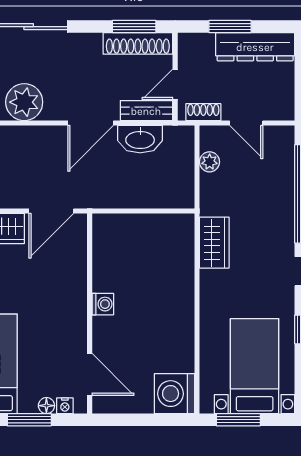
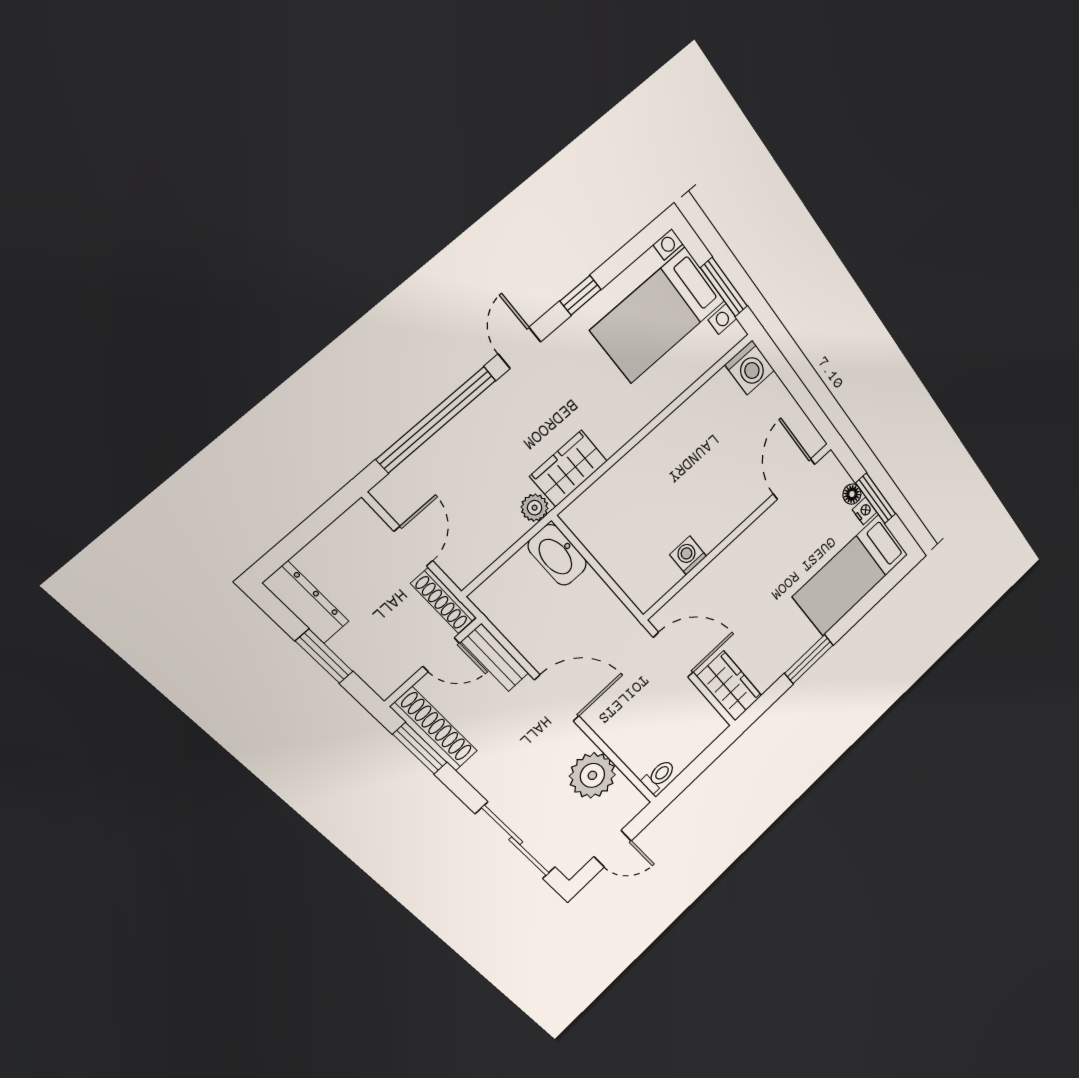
dresser: (255, 47) -> (306, 602), width x0.73, depth x0.80
shoe rack: (203, 112) -> (444, 601), width x1.43
washbasin: (140, 139) -> (557, 555), moved, turned 180
plant: (210, 162) -> (535, 508), moved
washing machine: (103, 304) -> (688, 555), moved
washing machine: (175, 394) -> (750, 367), width x0.73, depth x0.73
nightstand: (65, 406) -> (865, 511), moved

